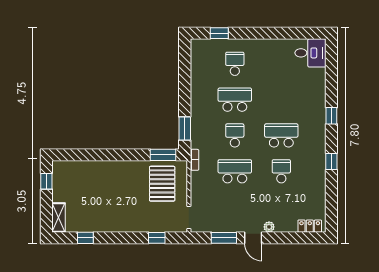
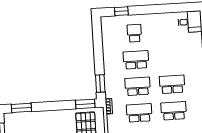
school desk: (235, 135) -> (138, 86), width x1.85
window: (77, 155) -> (21, 108), added
school desk: (281, 171) -> (174, 111), width x1.85

